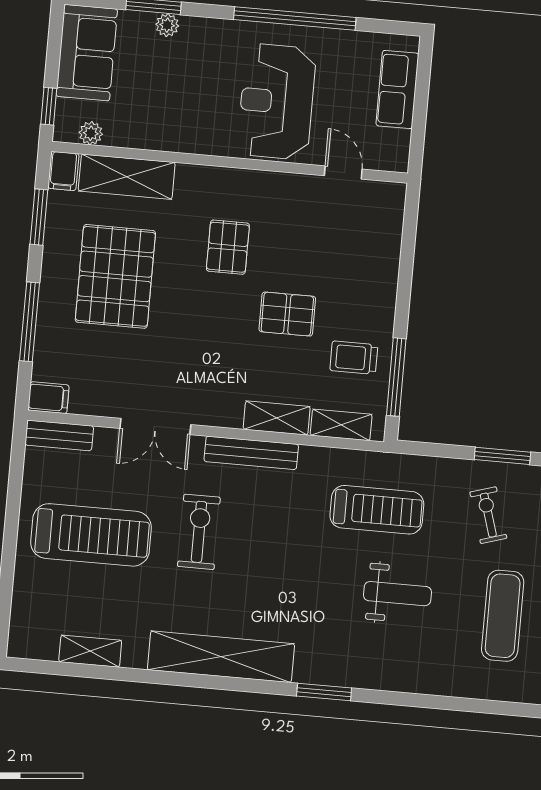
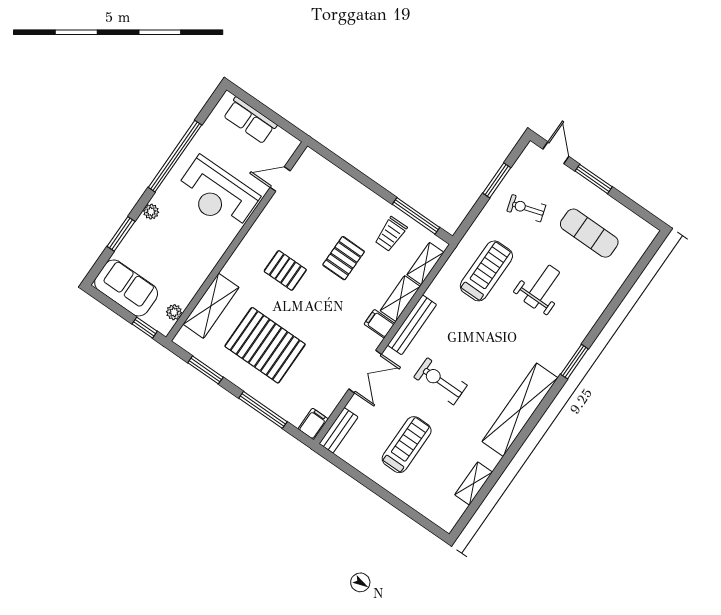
plant: (167, 25) -> (151, 212), moved
filing cabinet: (63, 171) -> (379, 324), moved, turned 180
treadmill: (91, 535) -> (407, 445), width x0.73, depth x0.73

